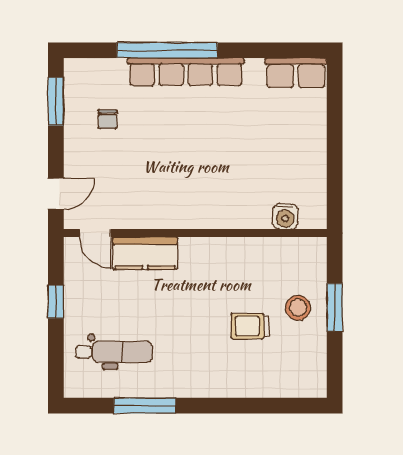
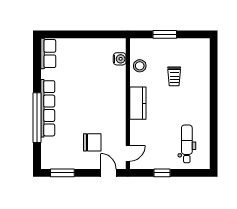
chair: (108, 119) -> (92, 142), moved, width x1.87, depth x1.87
kitchen counter: (145, 253) -> (138, 103), moved
stool: (298, 308) -> (140, 66), moved
window: (145, 406) -> (214, 129), removed

